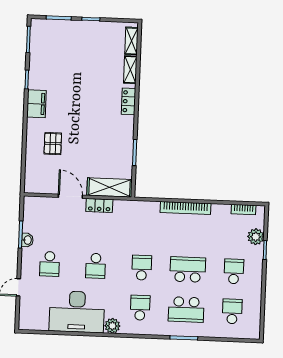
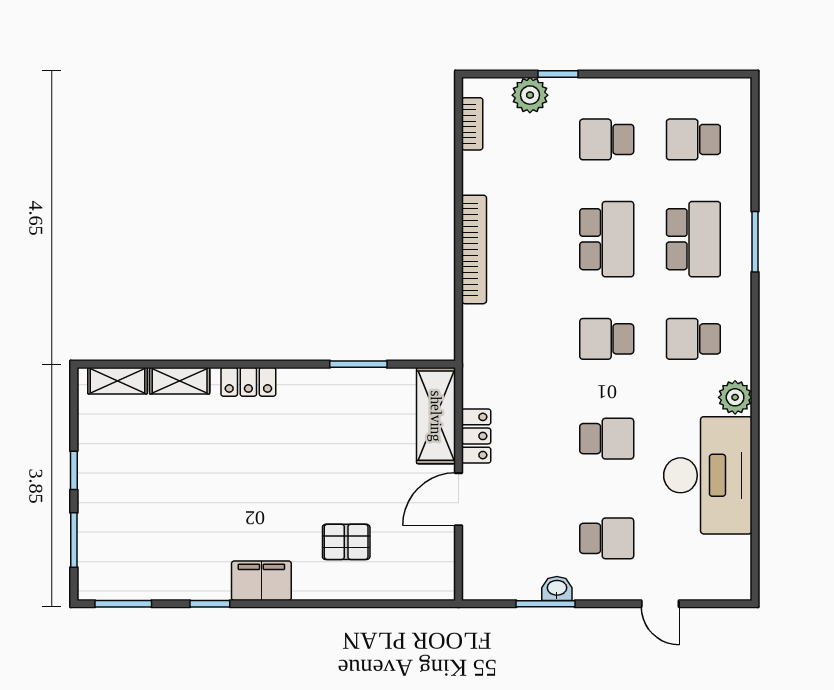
school desk: (188, 269) -> (607, 239), turned 180

